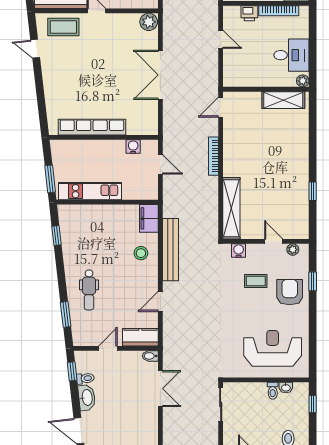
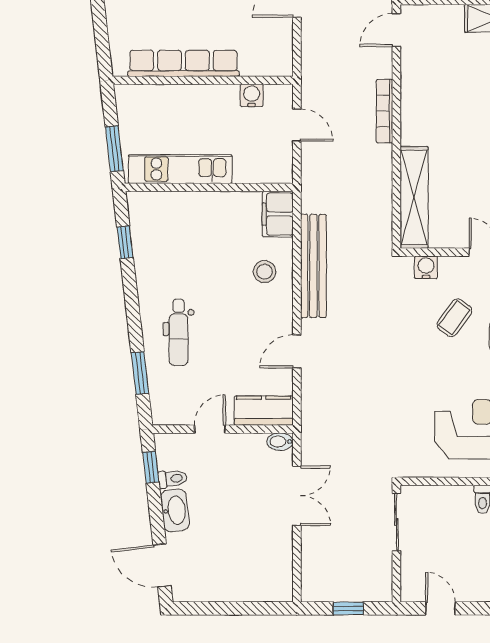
coffee table: (256, 281) -> (454, 318), turned -54

